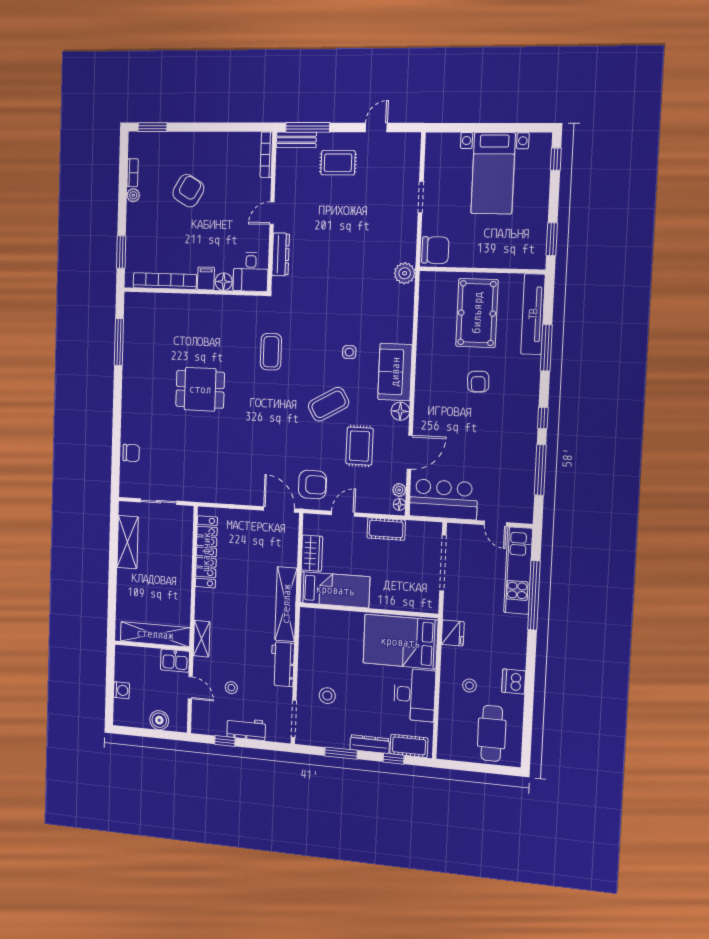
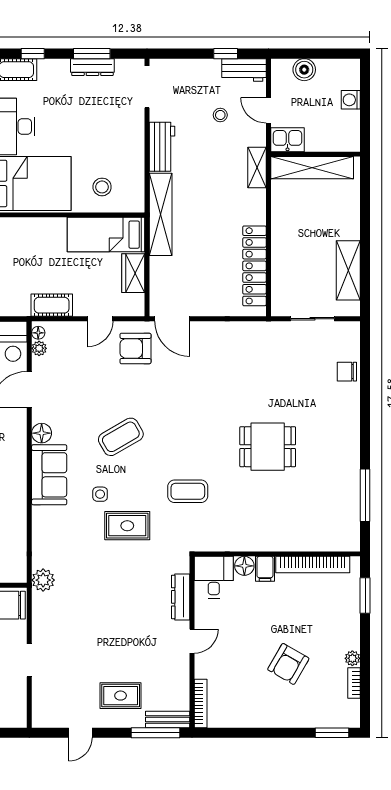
coffee table: (271, 352) -> (188, 491), turned 90
rug: (359, 446) -> (127, 526), moved, turned 90
stool: (327, 696) -> (102, 187), moved
workbench: (246, 729) -> (244, 70), moved
dresser: (370, 744) -> (92, 67), moved

